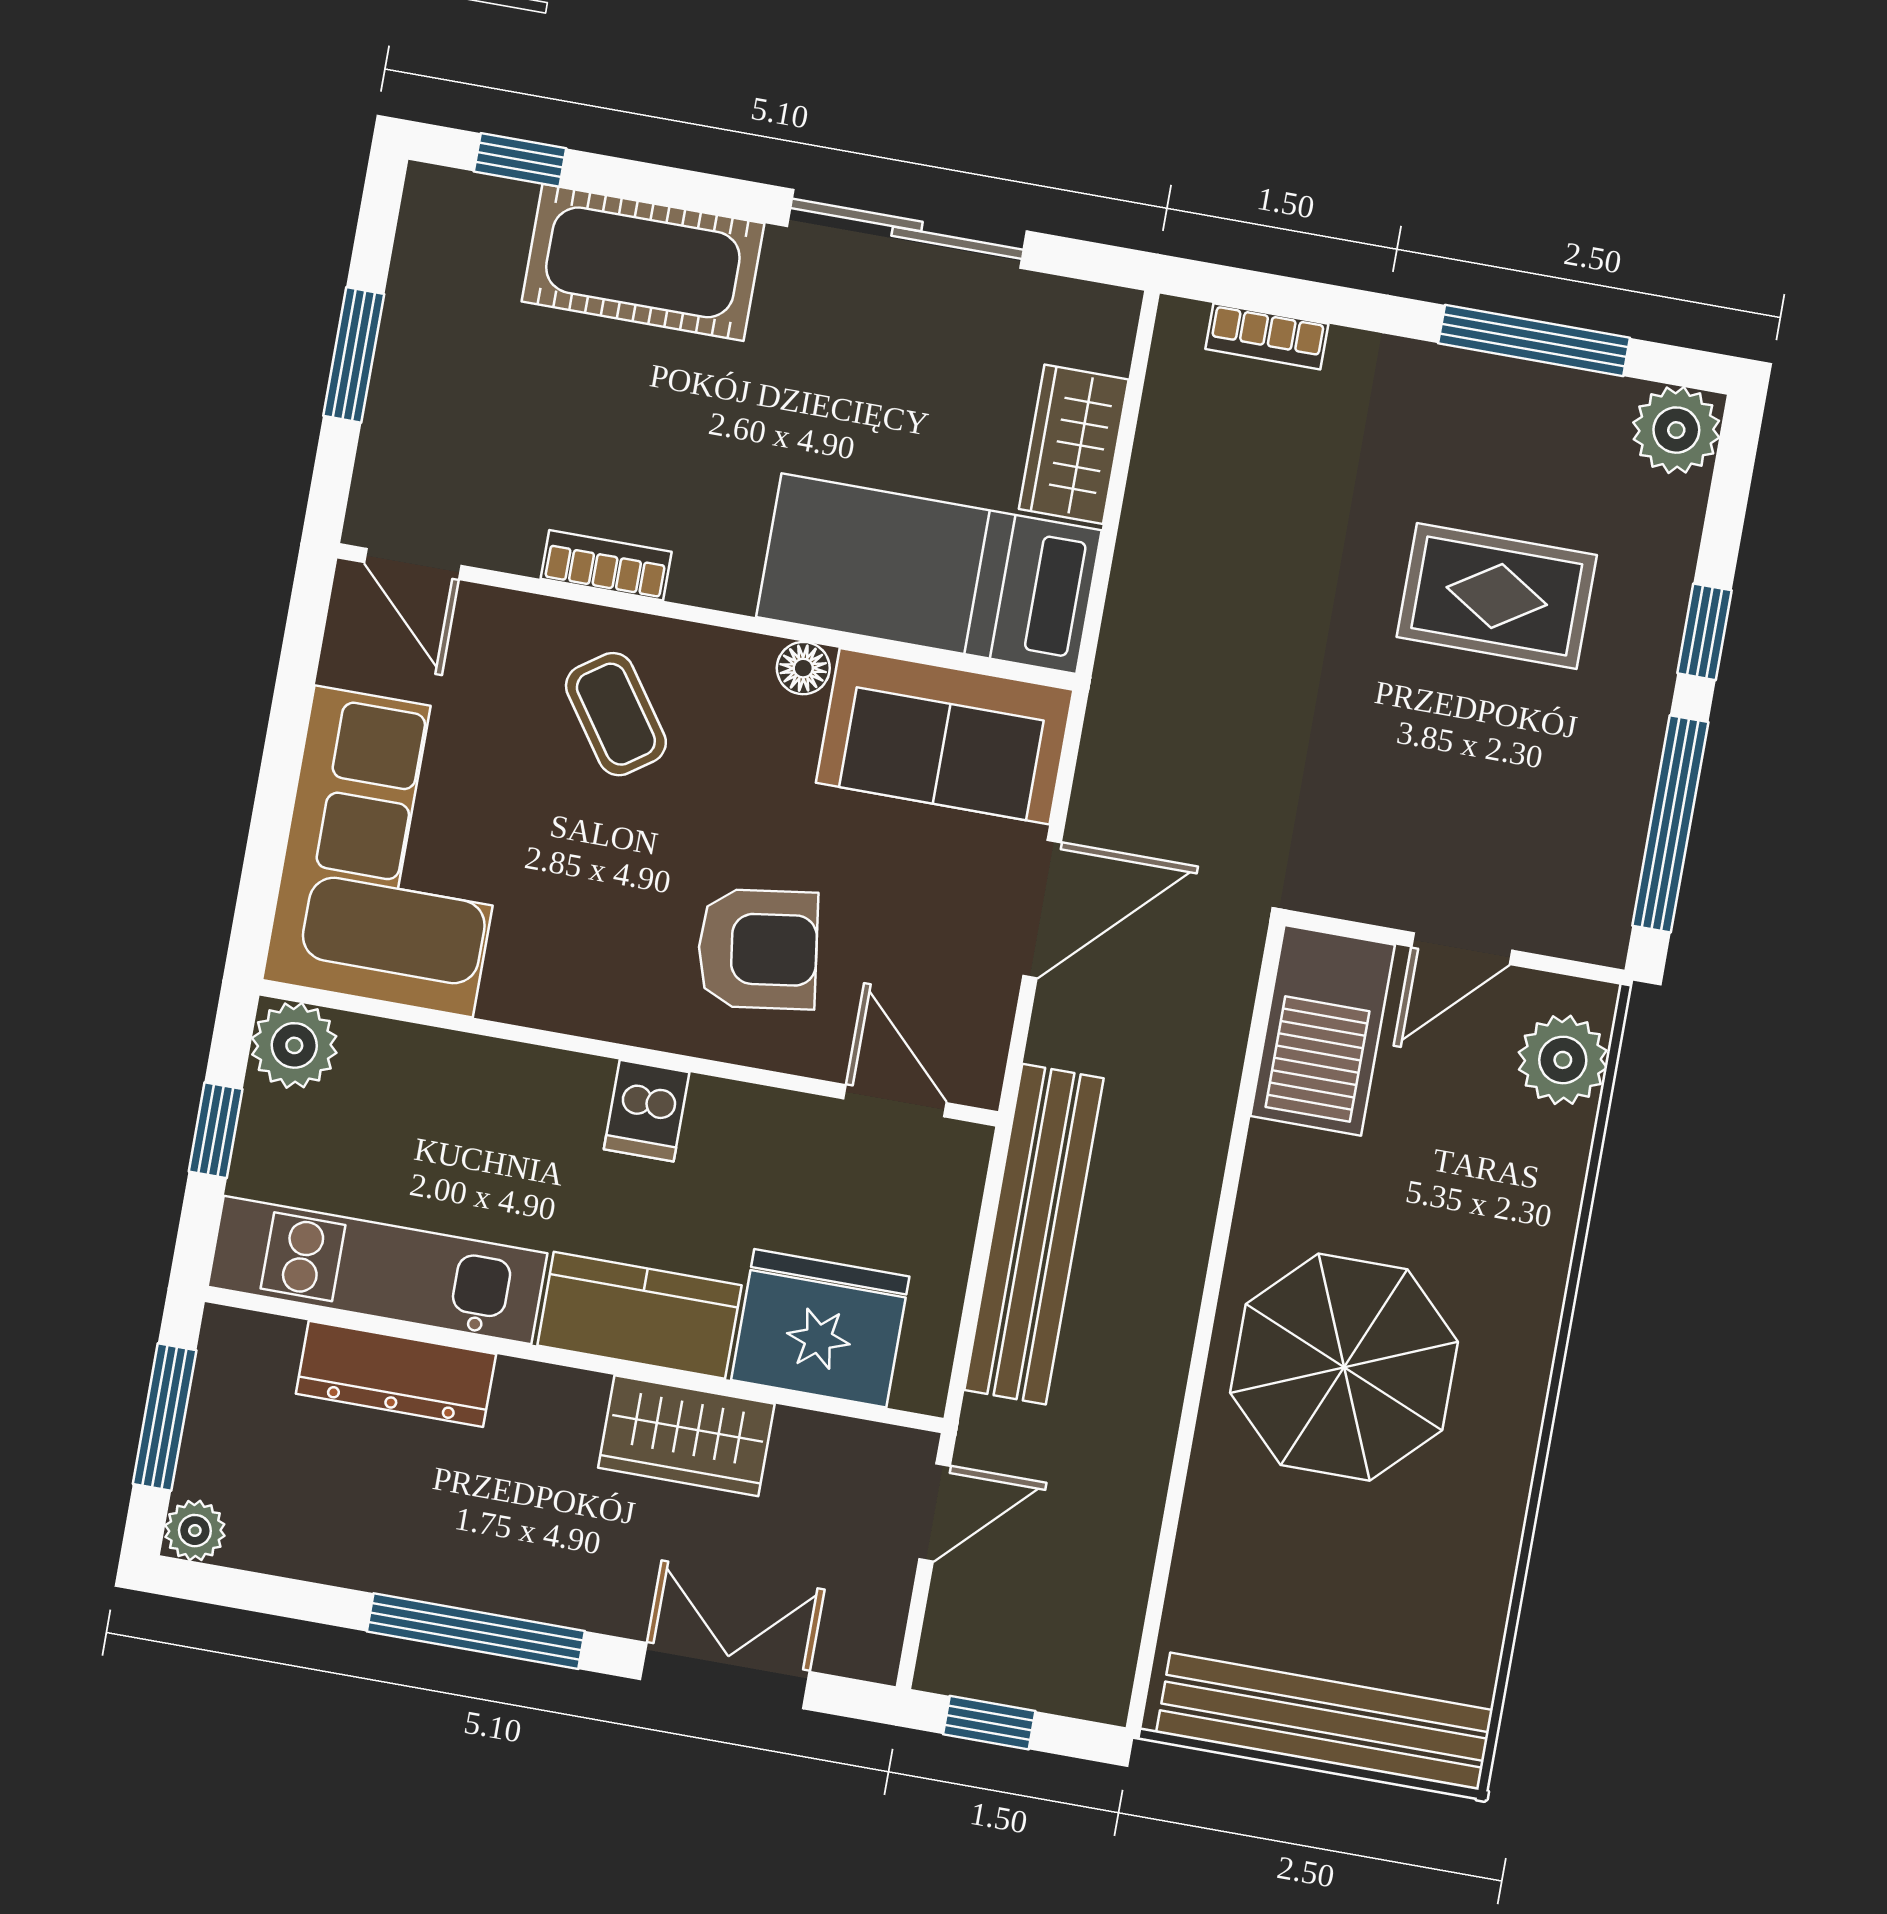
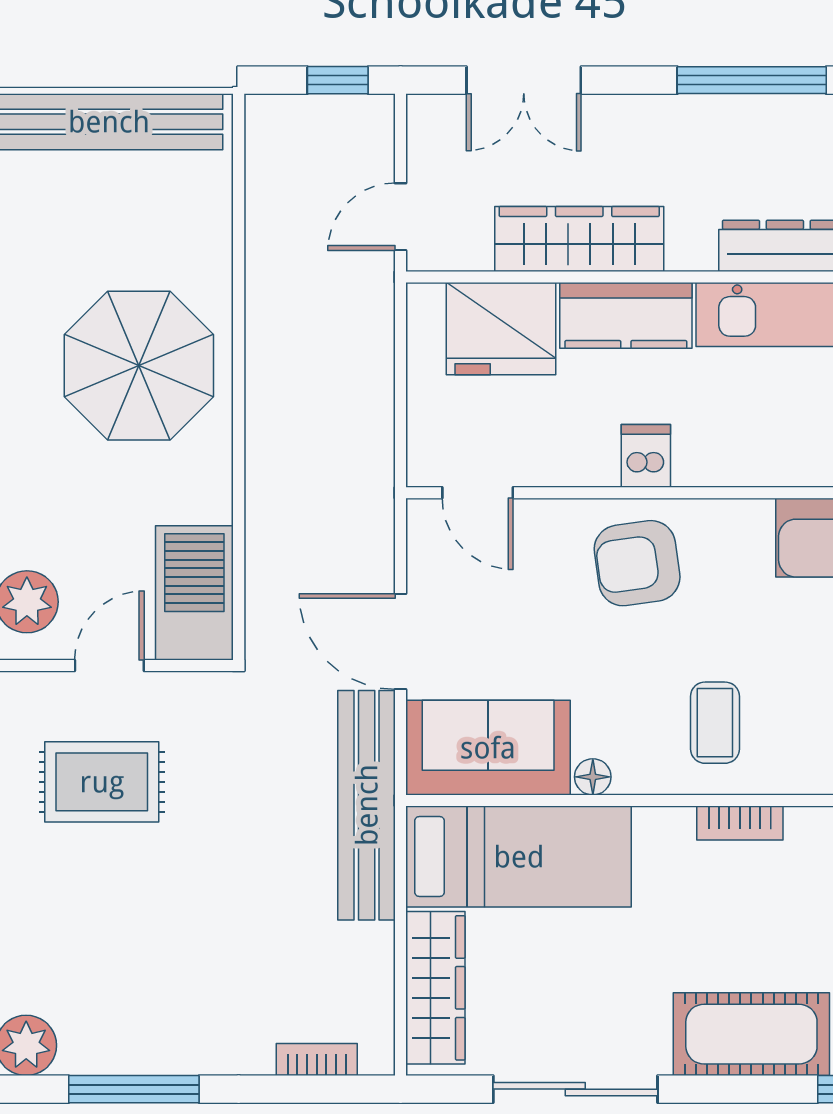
wardrobe: (1074, 444) -> (435, 988), width x1.50
rug: (1497, 596) -> (102, 782), moved
coffee table: (616, 714) -> (715, 723), turned 35
door: (1042, 909) -> (401, 642), hinge flipped
armchair: (758, 949) -> (637, 563), moved
bench: (1034, 1234) -> (367, 805), moved
wardrobe: (686, 1436) -> (579, 239), width x1.50
window: (476, 1631) -> (752, 80), moved

